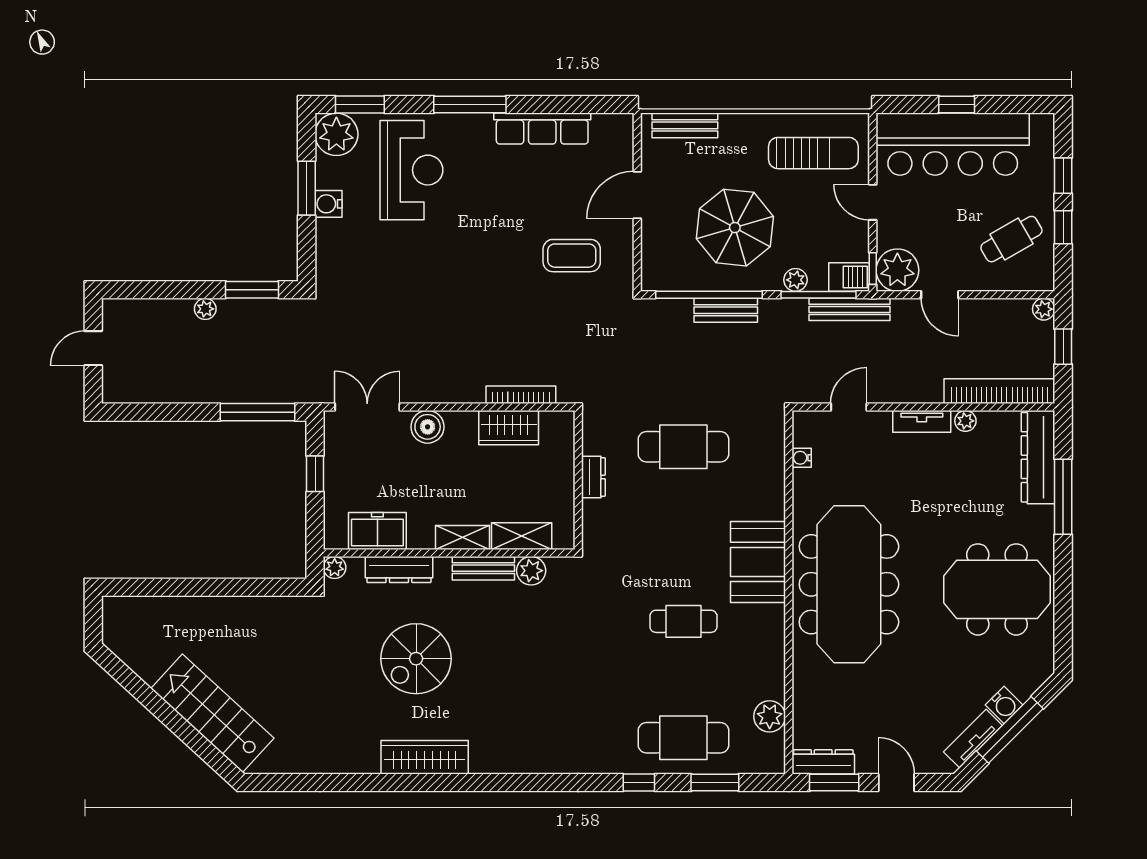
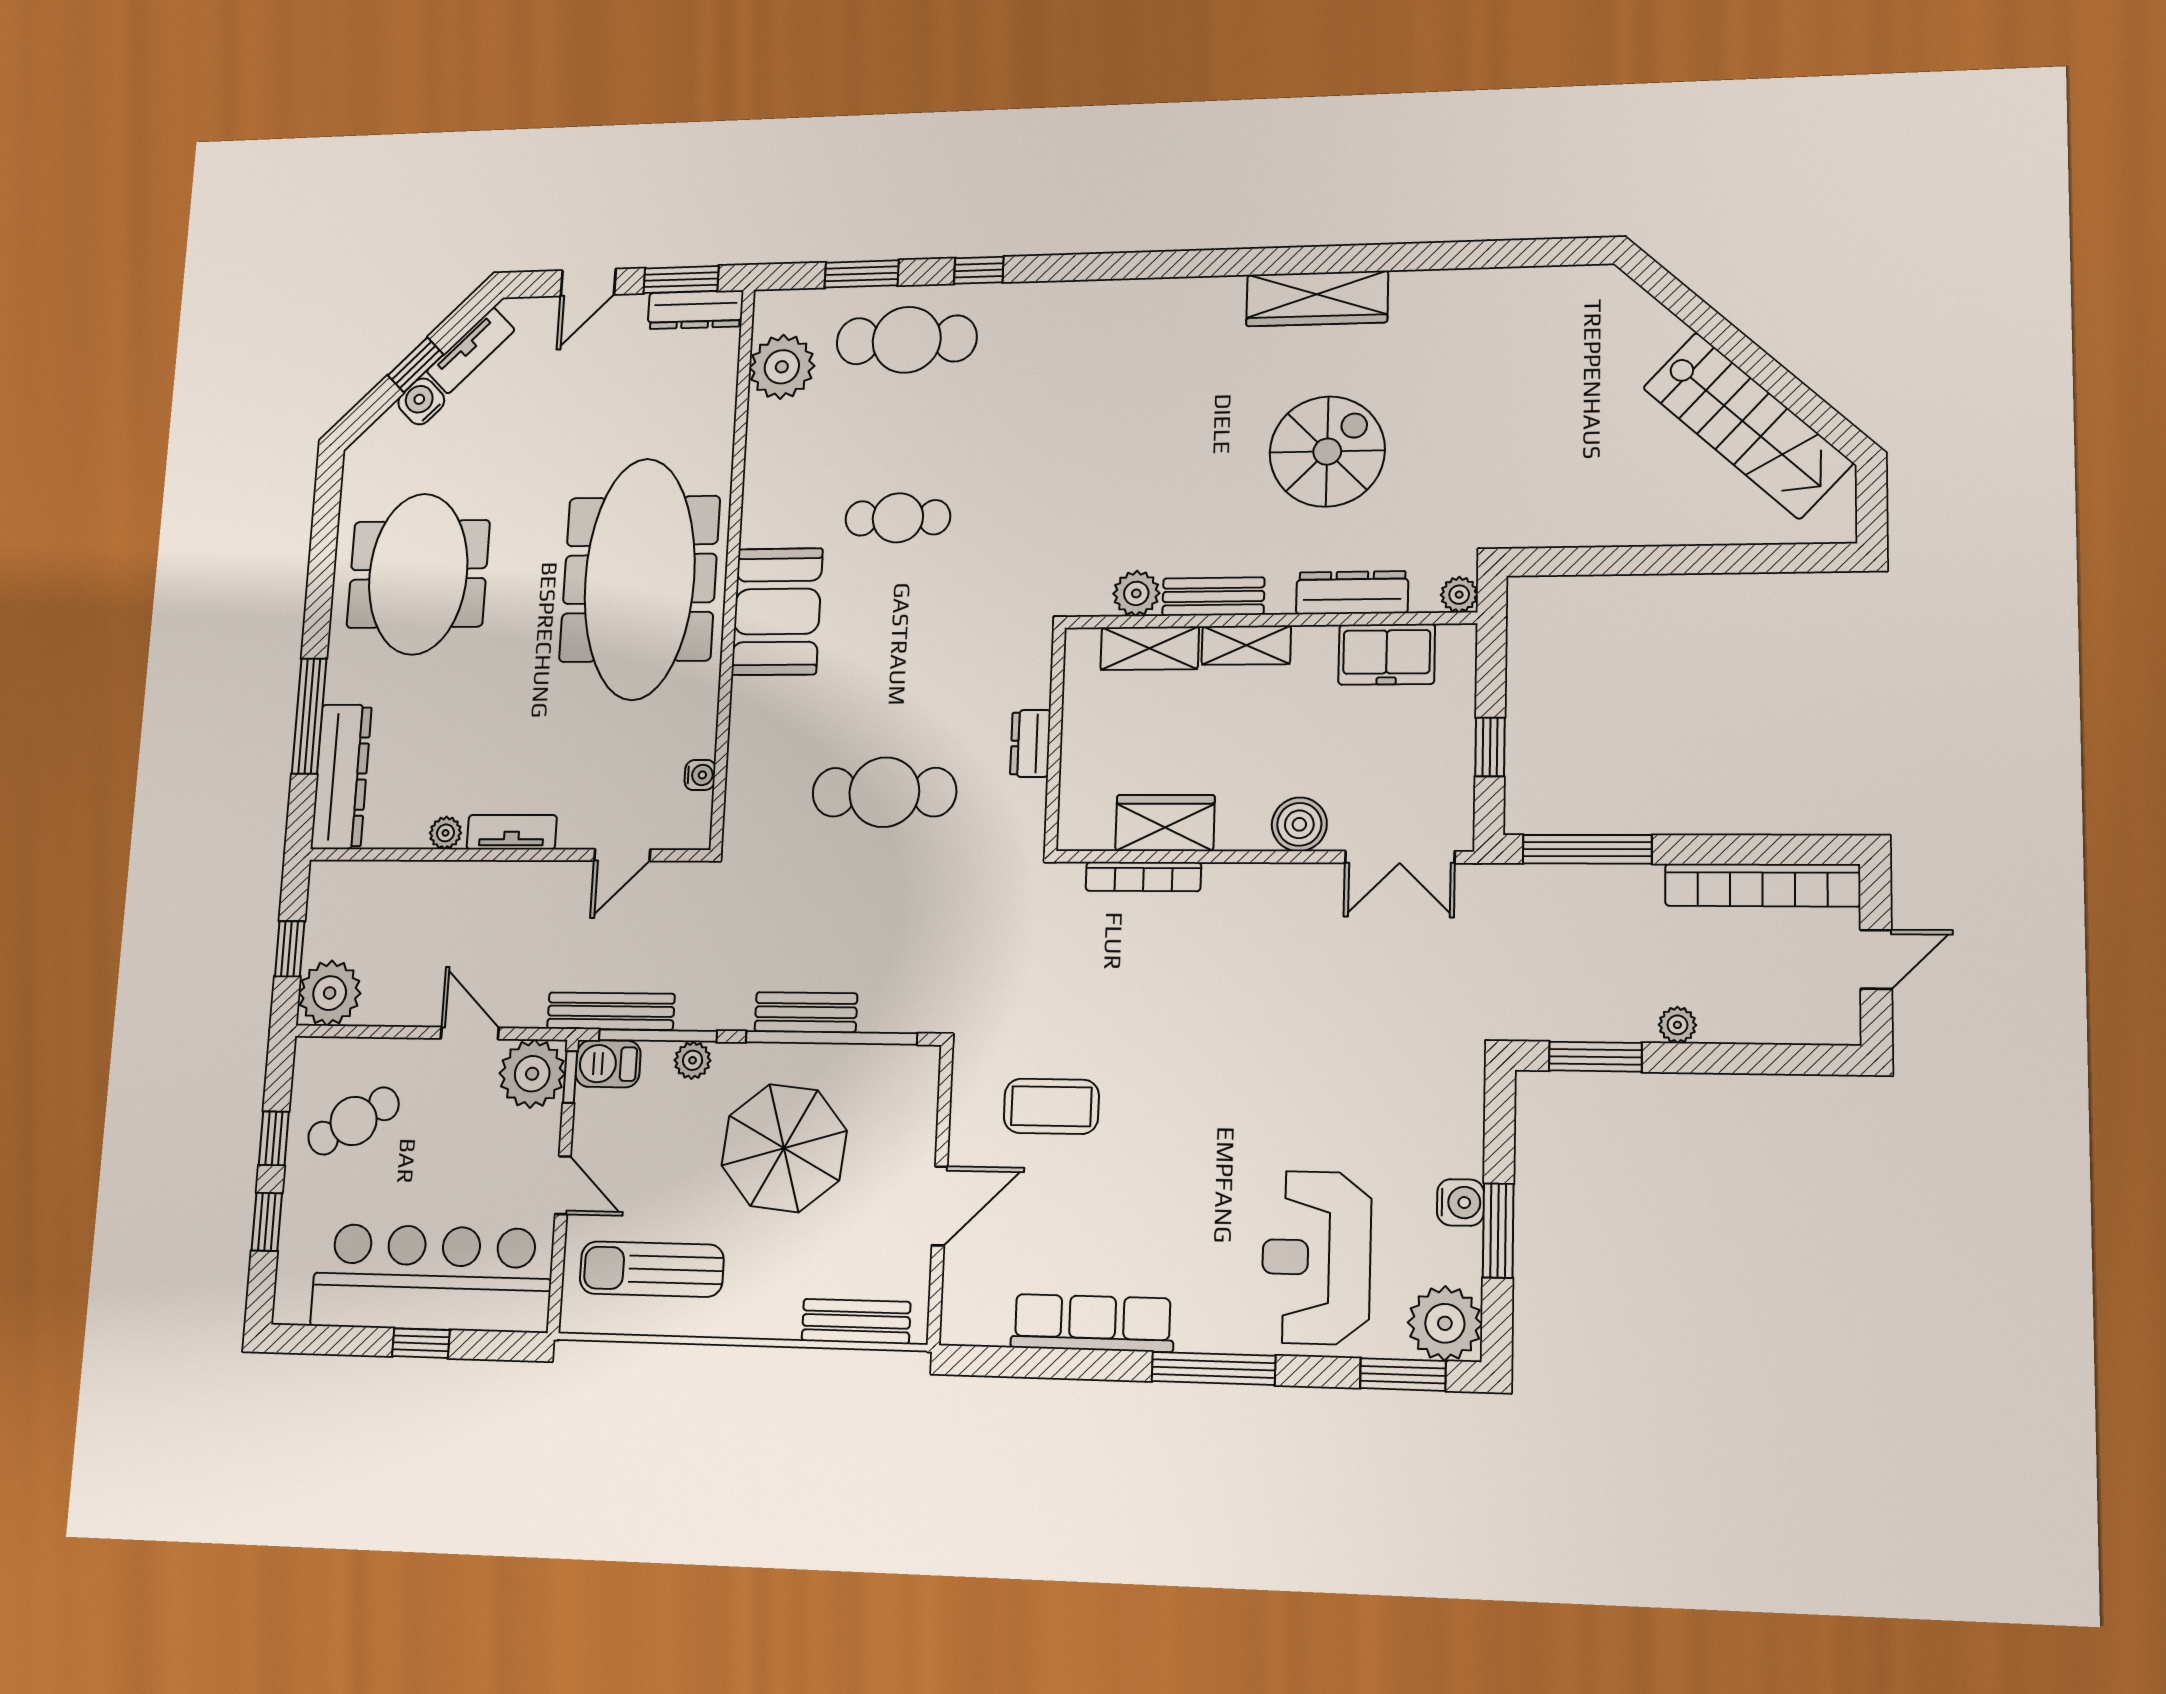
plant: (1044, 309) -> (330, 993), width x1.88, depth x1.88
bookcase: (999, 391) -> (1762, 885), moved
meeting table: (997, 589) -> (418, 574), turned 90
stairs: (212, 713) -> (1748, 425), moved
plant: (770, 716) -> (782, 367), width x1.36, depth x1.36
window: (1010, 730) -> (416, 365), width x0.46
door: (896, 782) -> (588, 283), hinge flipped

